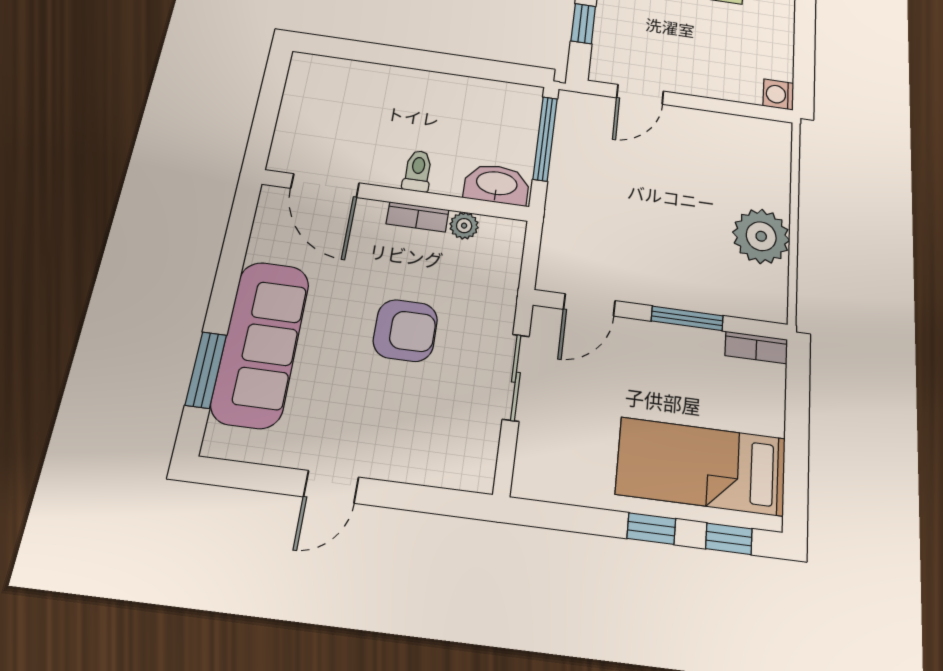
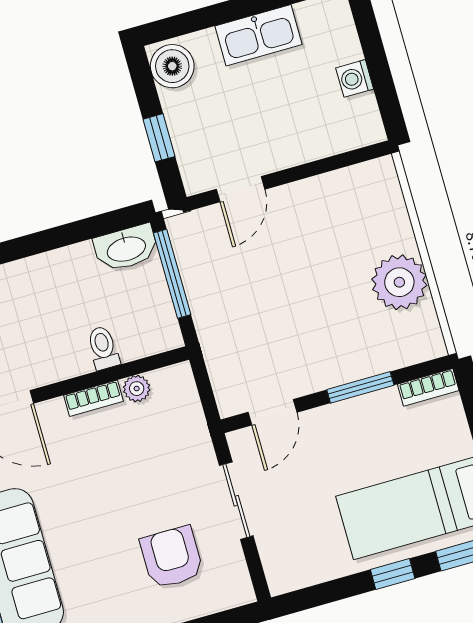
washing machine: (778, 94) -> (355, 78), moved
toilet: (418, 171) -> (103, 348), moved
washbasin: (497, 184) -> (126, 248), moved, turned 180
armchair: (405, 330) -> (172, 557), moved, turned -90

